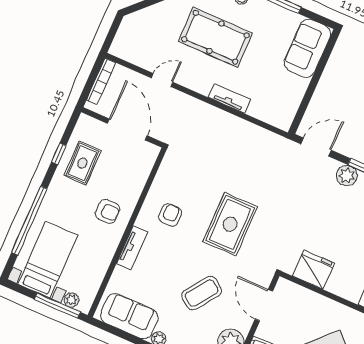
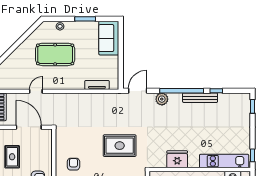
tv unit: (229, 98) -> (97, 85), moved
rug: (230, 224) -> (120, 146), moved, turned 90
fridge: (313, 270) -> (177, 159), moved

